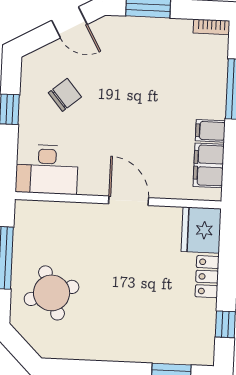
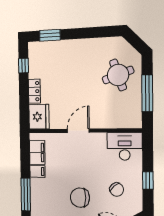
chair: (132, 82) -> (80, 198), added
chair: (65, 95) -> (117, 190), turned -91
door: (129, 201) -> (78, 131), swing flipped

